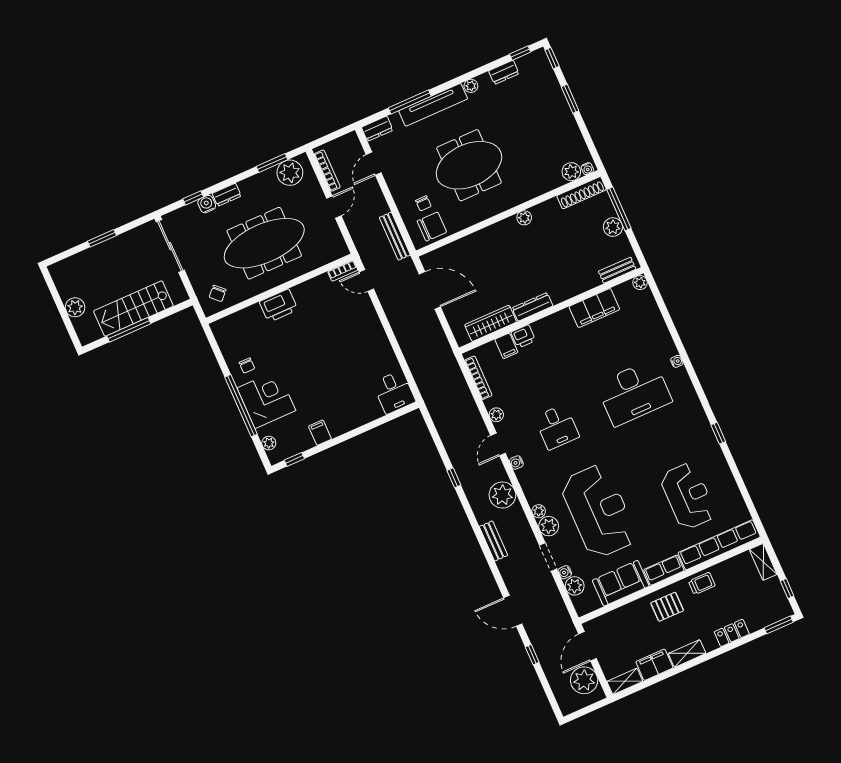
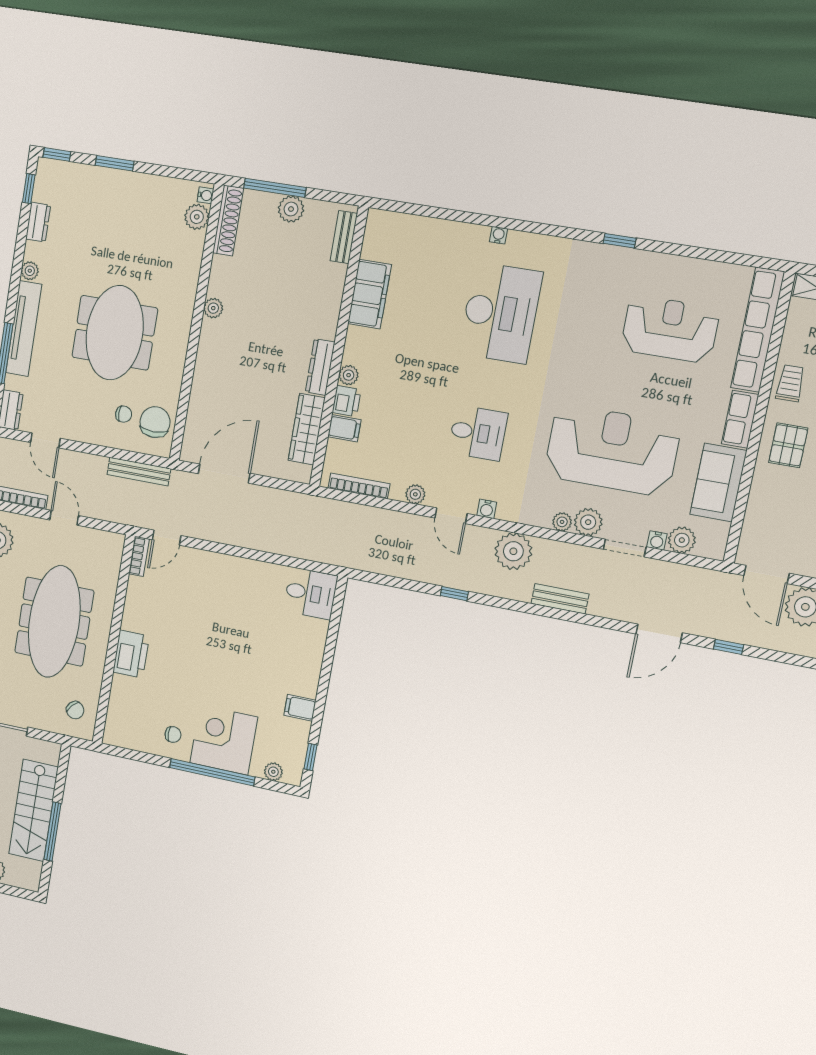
plant: (640, 283) -> (349, 375), moved

